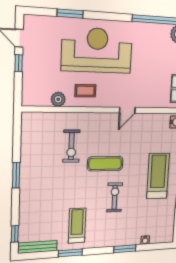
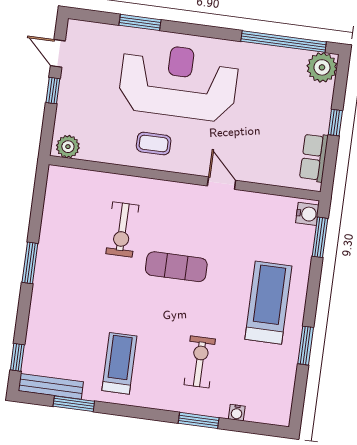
plant: (58, 99) -> (68, 147), moved
door: (127, 110) -> (222, 183), swing flipped
exercise bike: (115, 197) -> (200, 362), moved
window: (70, 253) -> (74, 404), moved

